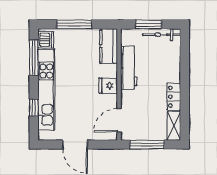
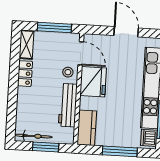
fridge: (108, 86) -> (93, 82), width x1.88, depth x1.34
stool: (131, 101) -> (68, 72), added
door: (119, 120) -> (81, 53), hinge flipped

